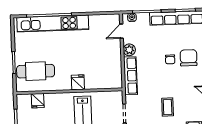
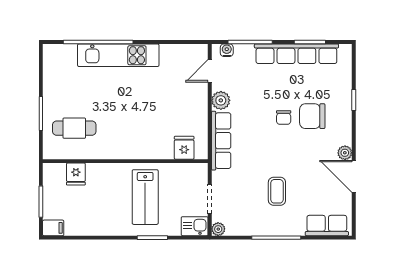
kitchen unit: (53, 24) -> (118, 55), width x0.73
chair: (189, 58) -> (312, 116), turned -90
cafe table: (36, 71) -> (74, 128), width x0.73, depth x0.74
fridge: (78, 82) -> (184, 148), moved

